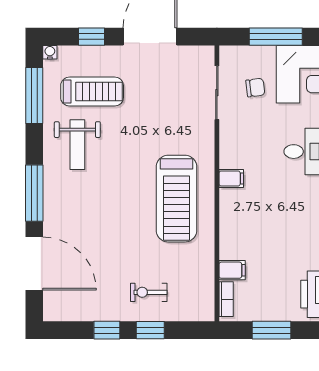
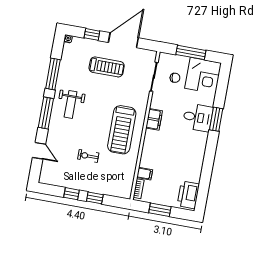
treadmill: (92, 92) -> (107, 67), moved
window: (34, 95) -> (53, 74), moved
weight bench: (77, 145) -> (71, 104), moved
filing cabinet: (231, 178) -> (154, 119), width x2.00
door: (34, 264) -> (39, 151), width x0.53
exercise bike: (149, 292) -> (88, 156), moved

